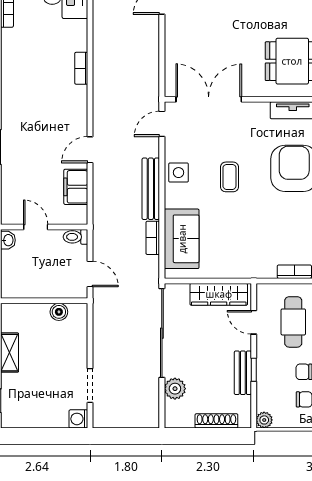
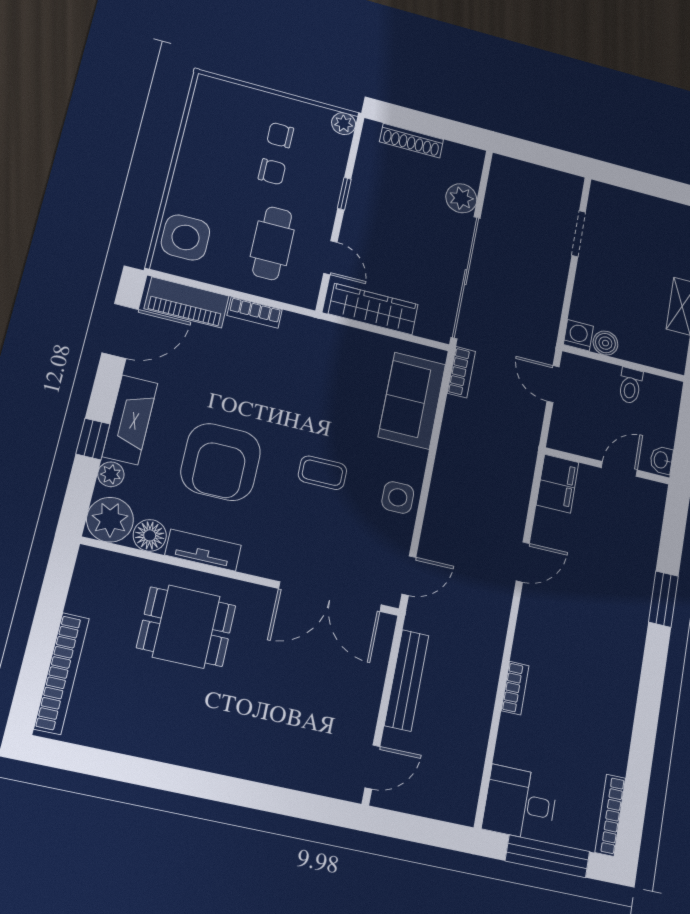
coffee table: (229, 177) -> (322, 473), turned 90
filing cabinet: (76, 187) -> (557, 484), moved
bench: (151, 189) -> (407, 680), moved
door: (36, 227) -> (619, 469), swing flipped
toilet: (75, 237) -> (630, 386), moved, turned 90
bookcase: (153, 238) -> (461, 372), moved
bench: (243, 373) -> (361, 194), removed
washing machine: (78, 419) -> (578, 335), moved, turned -90

